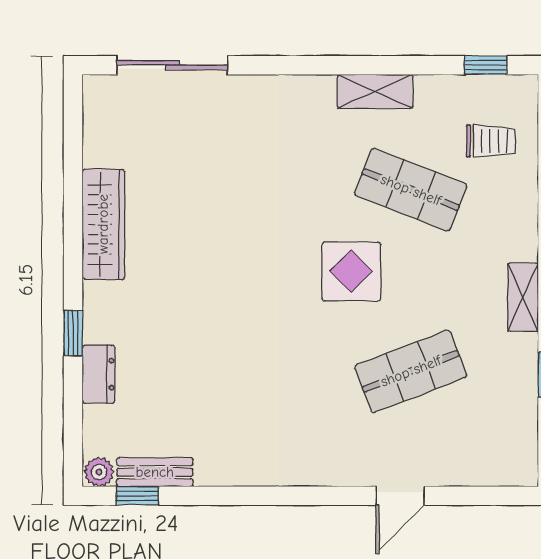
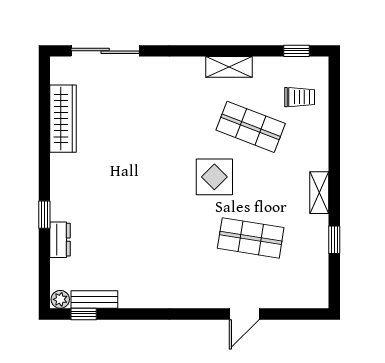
wardrobe: (103, 224) -> (63, 119), moved
shop shelf: (411, 371) -> (251, 238), turned 30

